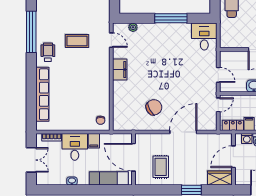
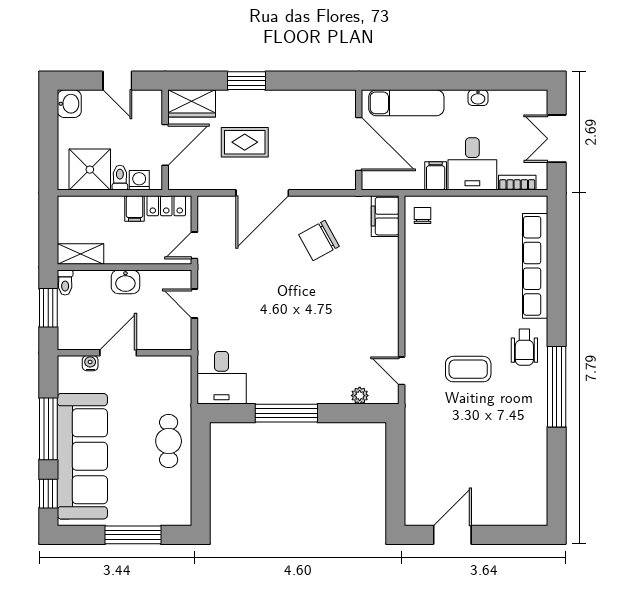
filing cabinet: (120, 69) -> (385, 216), moved
rug: (161, 167) -> (245, 142), moved, turned 90

